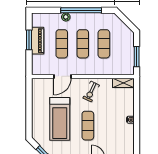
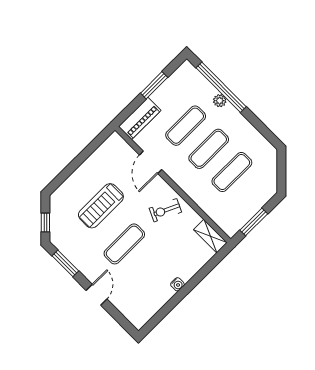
window: (81, 10) -> (221, 87), moved
piano: (38, 41) -> (140, 118), moved
door: (62, 76) -> (151, 162), hinge flipped
treadmill: (60, 119) -> (101, 206), width x0.73, depth x0.73

